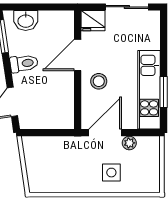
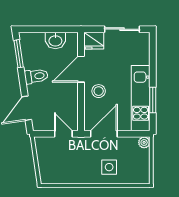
washbasin: (26, 20) -> (55, 40), moved
door: (57, 133) -> (63, 134), added
plant: (129, 143) -> (144, 142), moved

